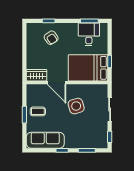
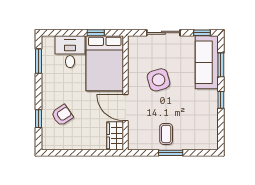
desk: (89, 34) -> (70, 52), moved, turned 90
door: (57, 83) -> (125, 108), swing flipped
sofa: (45, 140) -> (207, 62), moved

